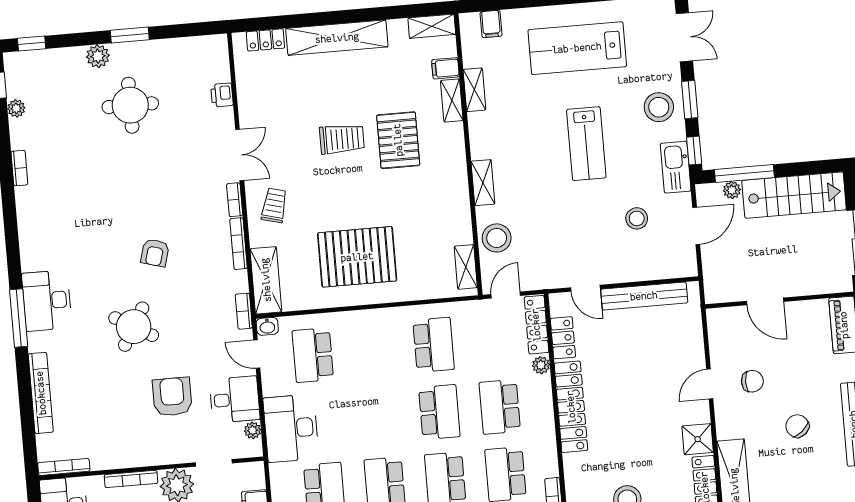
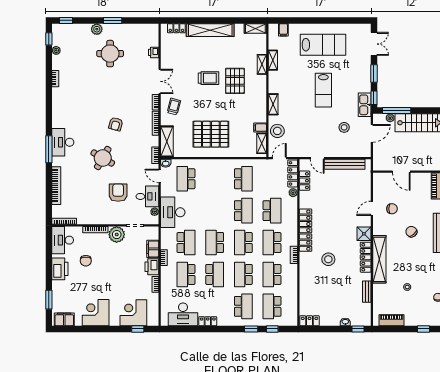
lab bench: (577, 48) -> (323, 45), turned 180
filing cabinet: (445, 68) -> (260, 128), moved
stool: (659, 107) -> (359, 76), removed
school desk: (500, 407) -> (272, 211), turned 180
locker: (571, 407) -> (306, 230), moved

